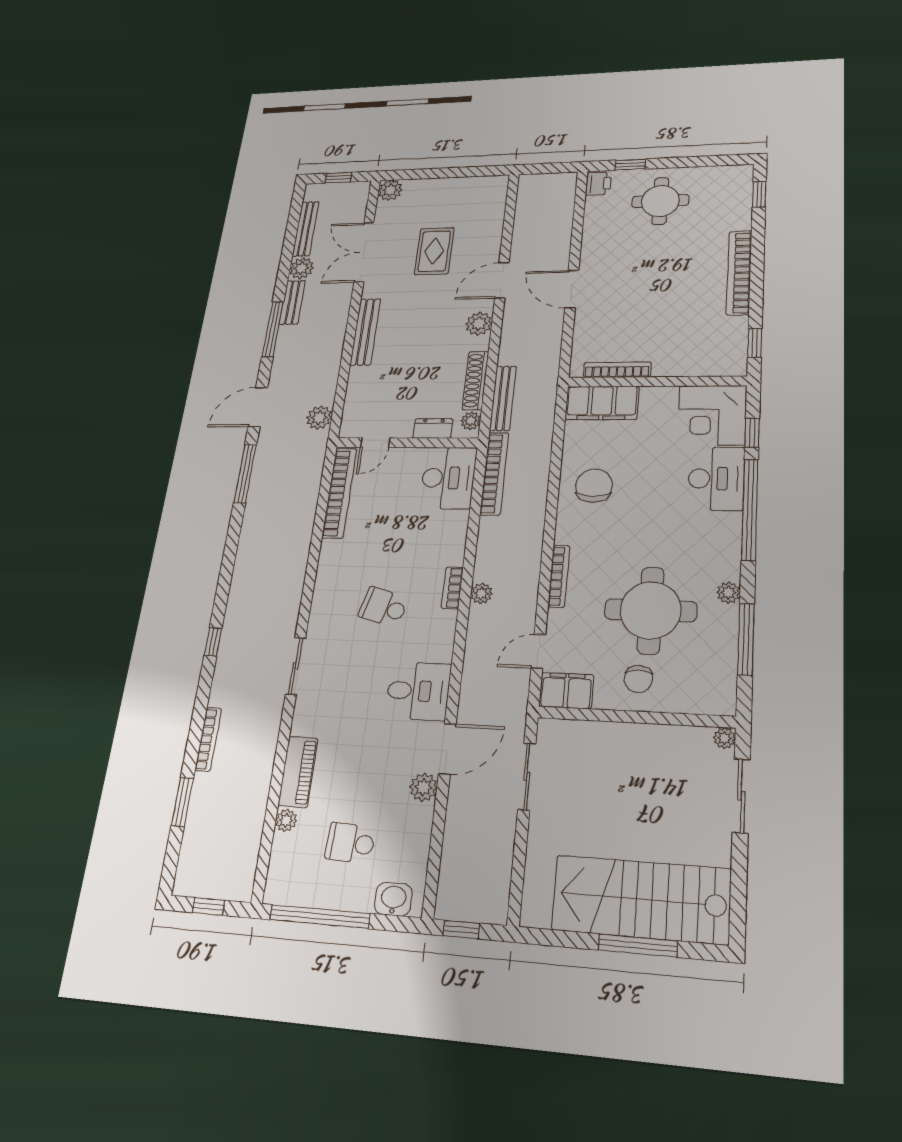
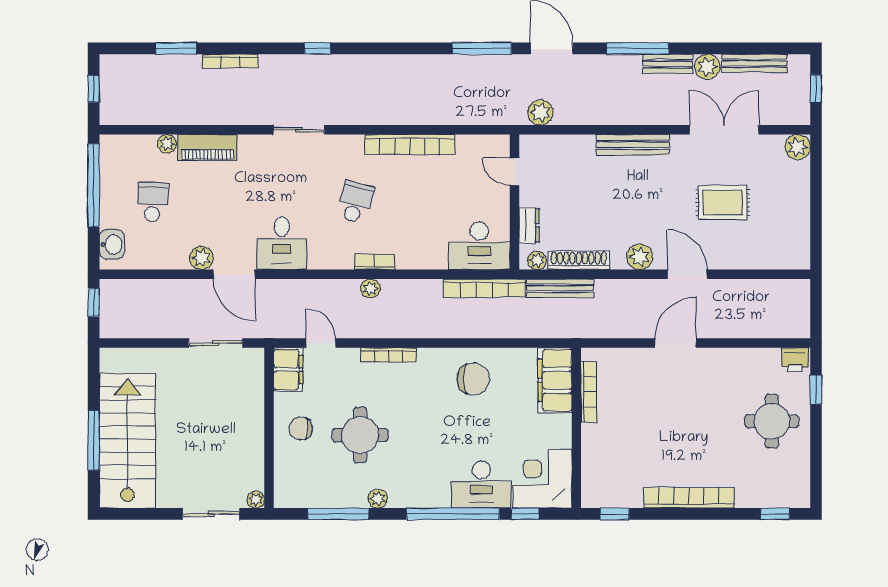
bookcase: (339, 493) -> (410, 145), moved
round table: (651, 610) -> (360, 435), width x0.73, depth x0.73

